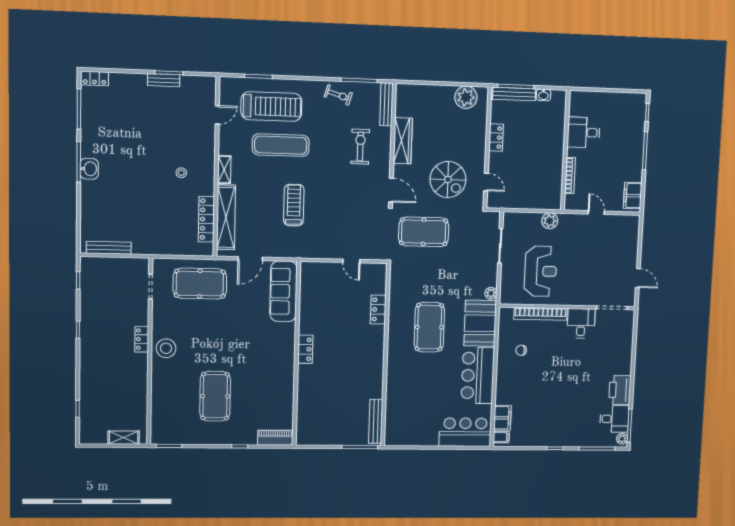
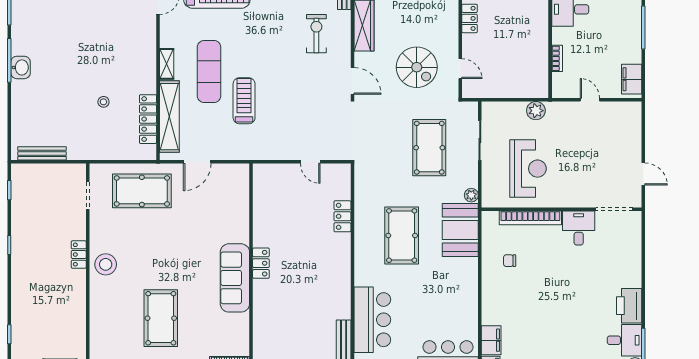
exercise mat: (281, 145) -> (209, 71), moved, turned 90
stool: (181, 173) -> (103, 102), moved
bookcase: (570, 175) -> (557, 58), width x0.64
pool table: (424, 232) -> (429, 148), moved, turned 90
sofa: (284, 291) -> (235, 278), moved
bar counter: (478, 376) -> (372, 320), moved, turned 180

